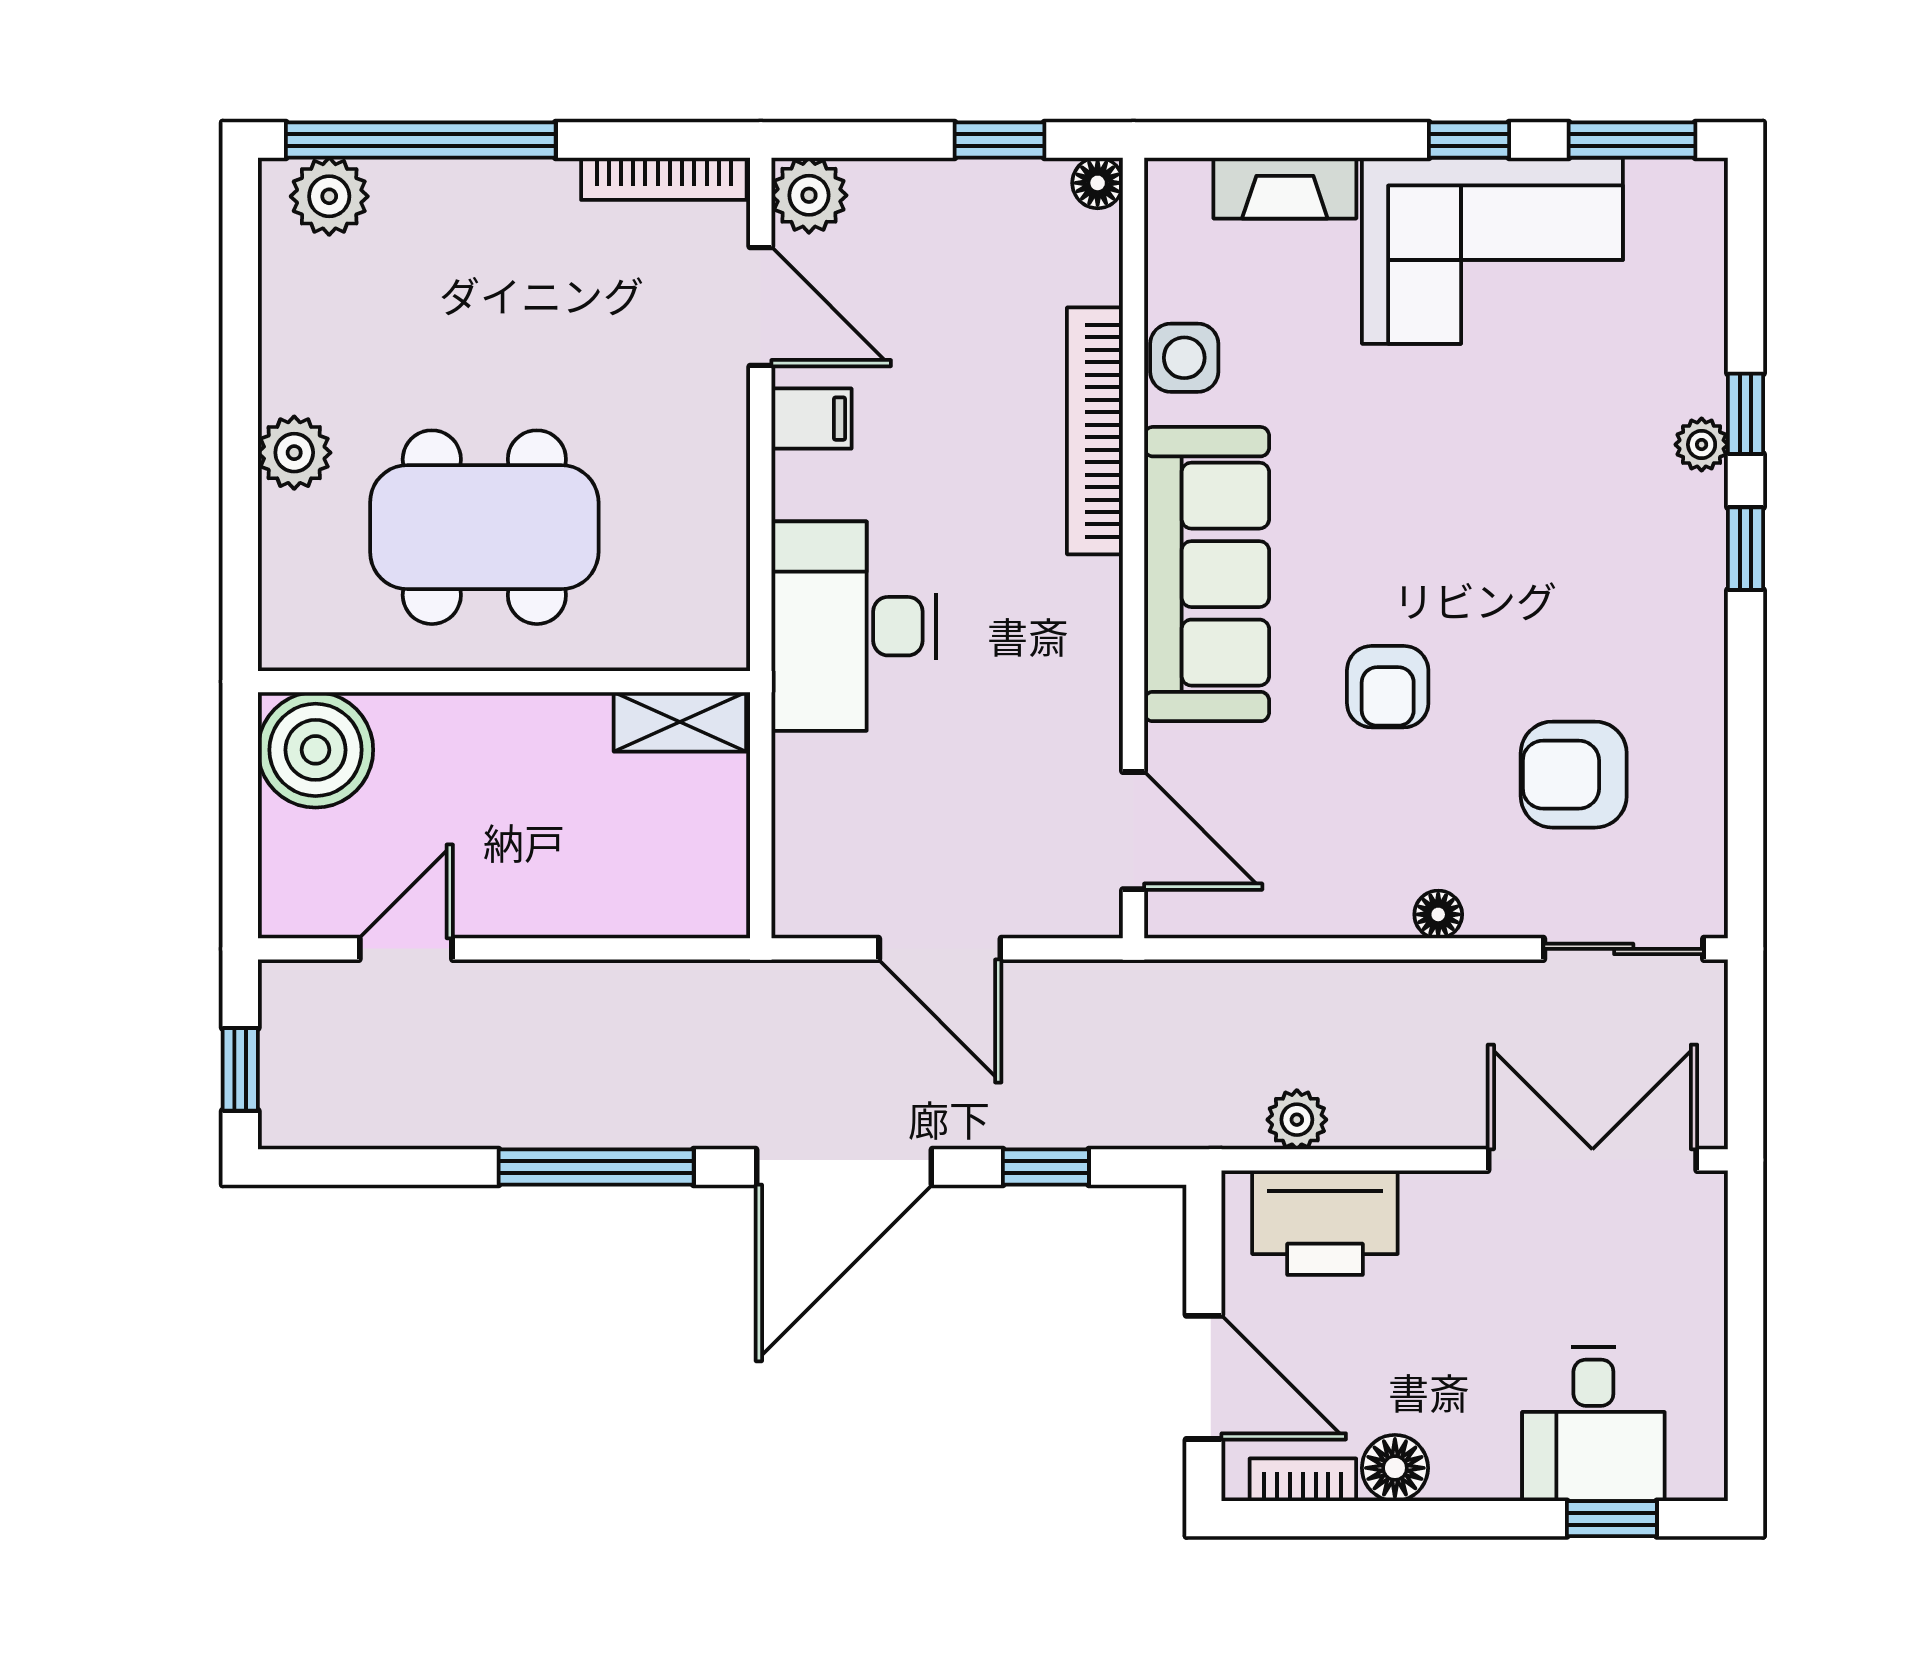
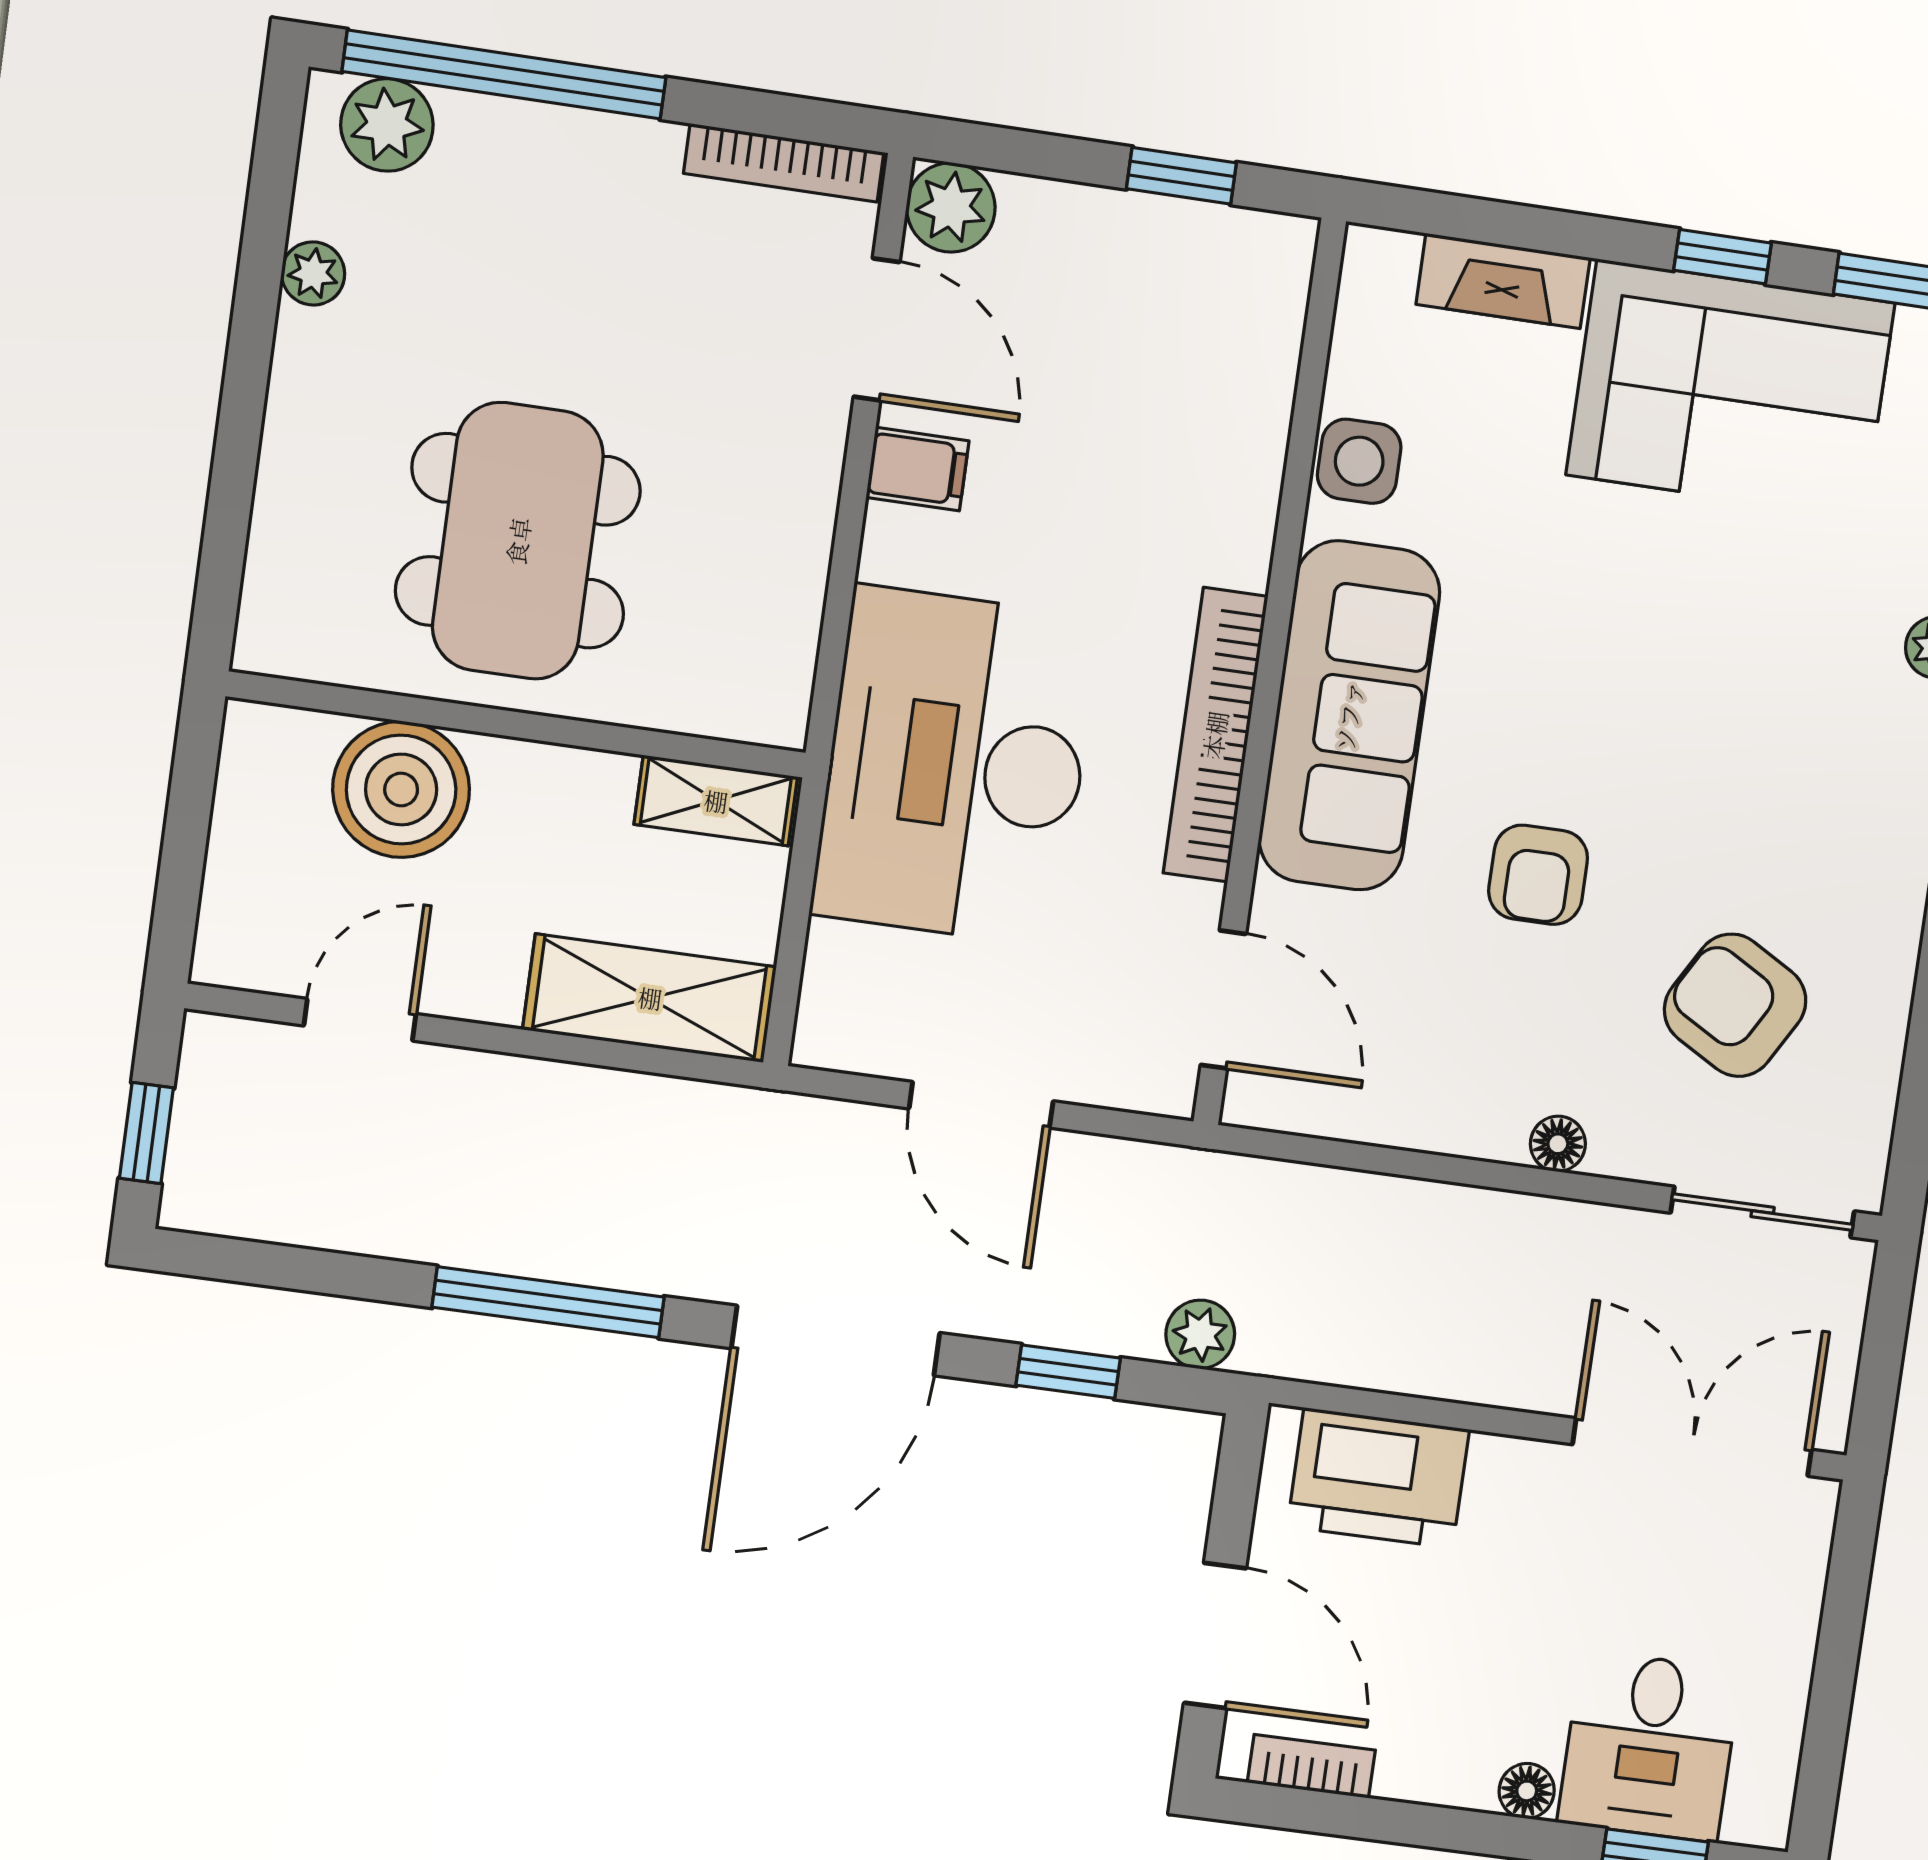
floor lamp: (1098, 183) -> (1288, 243), removed
bookcase: (1095, 431) -> (1215, 735), moved
plant: (294, 453) -> (313, 273), moved, width x0.73, depth x0.73
dining table: (484, 527) -> (518, 541), turned 90
desk: (854, 626) -> (956, 766), width x1.36, depth x1.30
boiler: (316, 750) -> (401, 789), moved
armchair: (1574, 775) -> (1735, 1005), turned 30
shelving: (647, 897) -> (650, 998), added
plant: (1297, 1120) -> (1200, 1334), moved
floor lamp: (1395, 1468) -> (1527, 1791), moved, width x0.73, depth x0.73

